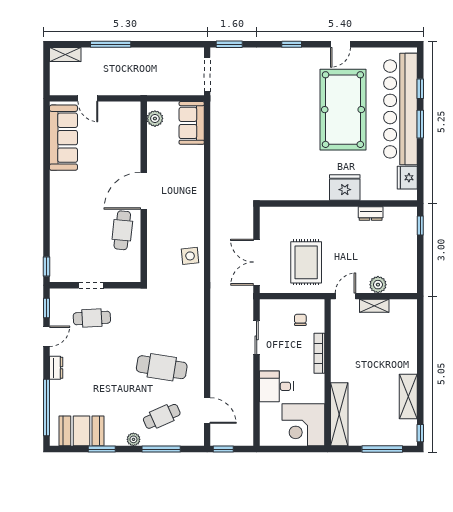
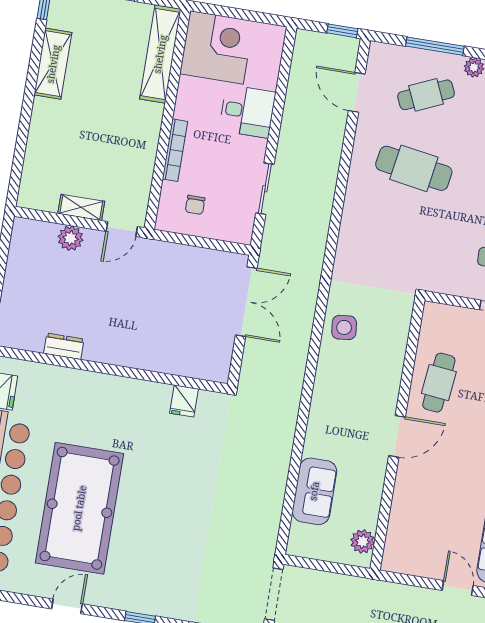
sofa: (192, 123) -> (314, 491), moved
fridge: (345, 188) -> (184, 401), moved, width x0.53, depth x0.75
door: (144, 191) -> (397, 436), width x0.73
rug: (306, 262) -> (172, 289), removed

